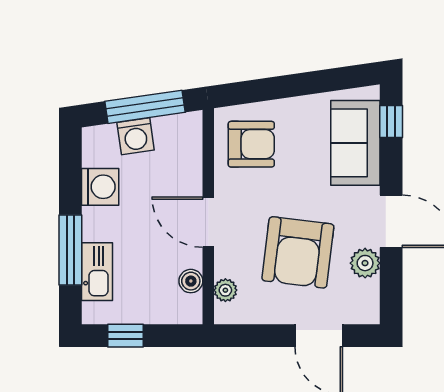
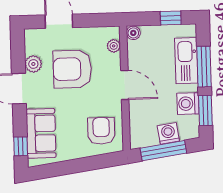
armchair: (251, 144) -> (101, 131), turned 90
window: (70, 174) -> (205, 110), added
armchair: (298, 252) -> (72, 69), turned -97
kitchen sink: (97, 272) -> (186, 61), width x1.36, depth x1.24
boiler: (191, 281) -> (133, 33), moved

